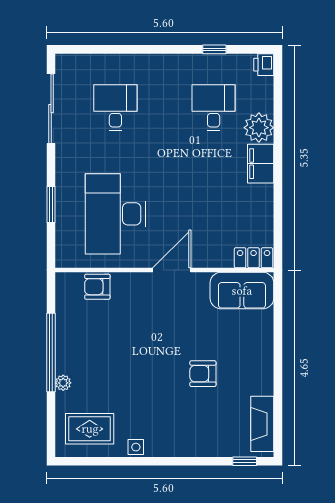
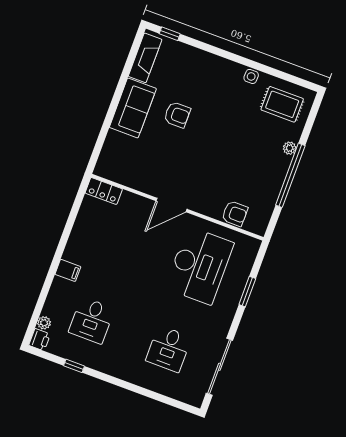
plant: (259, 128) -> (44, 323), moved, width x0.53, depth x0.53
filing cabinet: (261, 164) -> (68, 270), width x0.50
sofa: (242, 291) -> (133, 108), moved, turned 90

